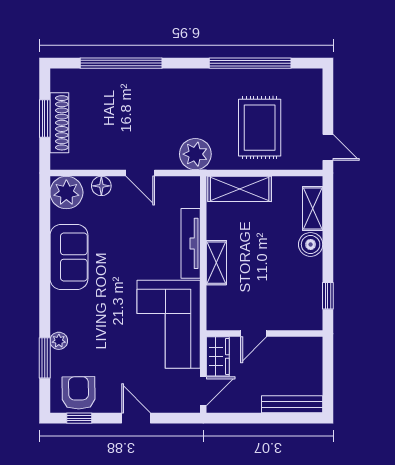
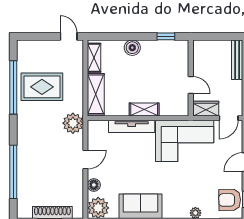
rug: (260, 128) -> (42, 87), moved
door: (328, 147) -> (69, 36), hinge flipped
shelving: (313, 209) -> (94, 58), moved, turned 90
door: (203, 391) -> (229, 118), swing flipped

